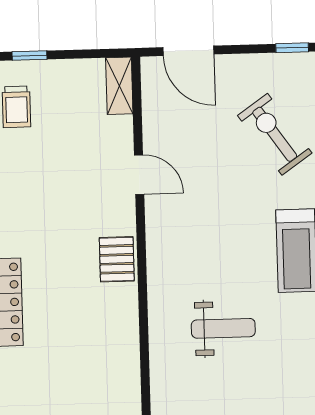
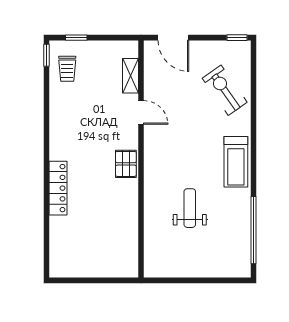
shelving: (119, 86) -> (131, 76), moved
weight bench: (223, 328) -> (190, 208), turned -90

